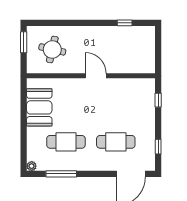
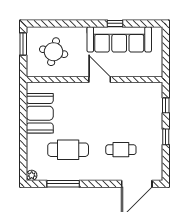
window: (125, 23) -> (115, 23), moved
sofa: (114, 38) -> (119, 39), added
cafe table: (116, 142) -> (121, 150), width x0.73, depth x0.74
window: (158, 147) -> (166, 137), moved

